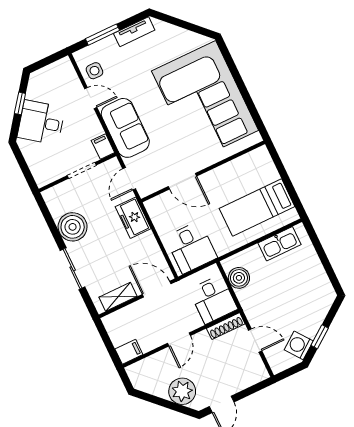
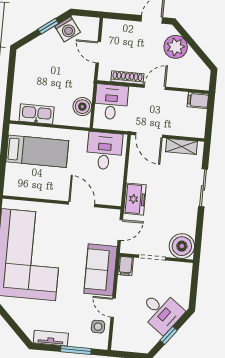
boiler: (73, 227) -> (182, 246), moved
shoe rack: (226, 326) -> (127, 78), moved

